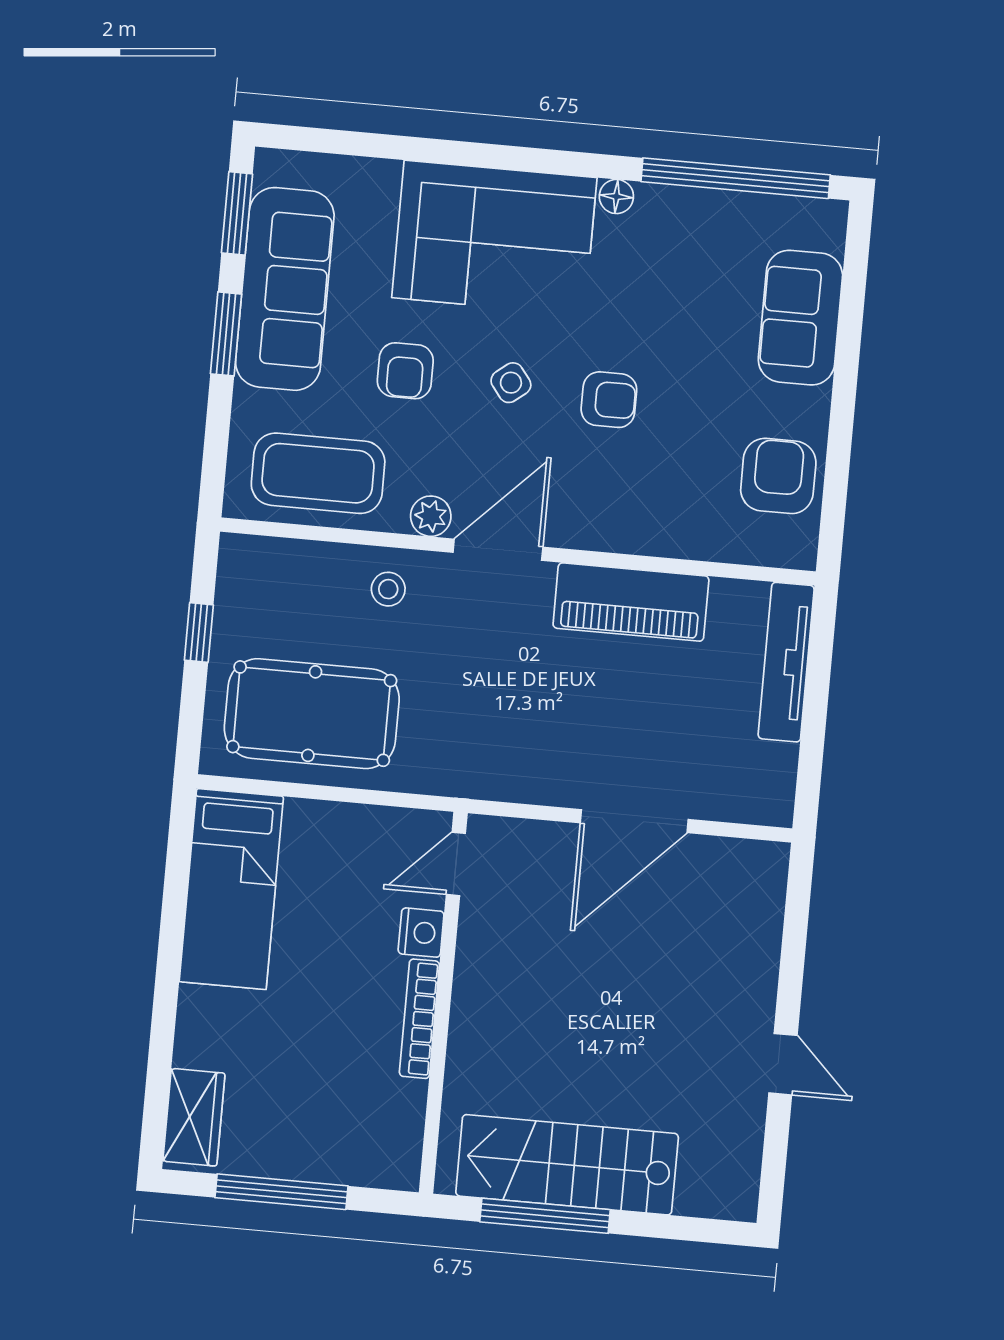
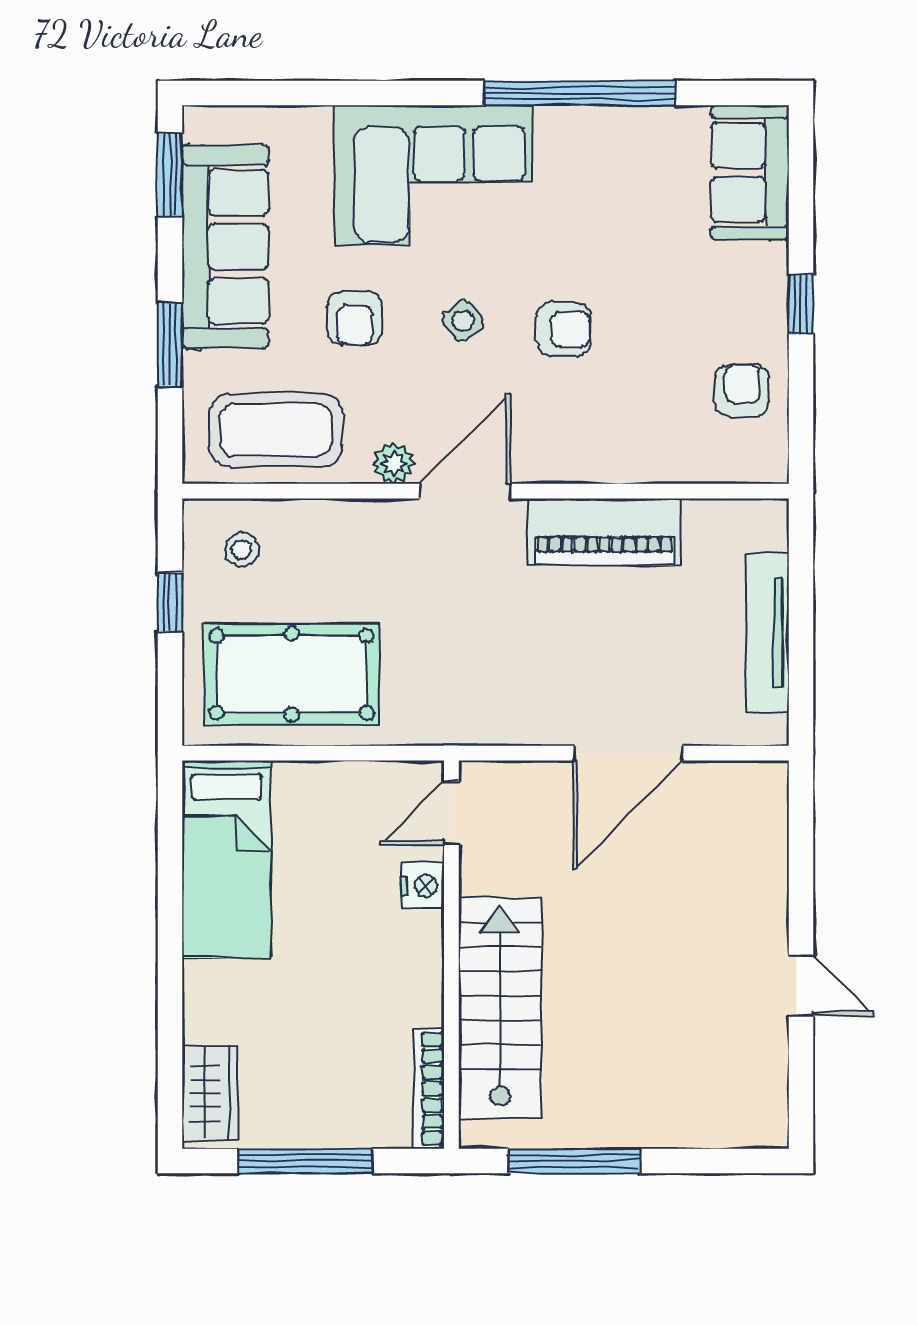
window: (736, 178) -> (580, 93), moved
floor lamp: (616, 196) -> (552, 123), removed
sofa: (800, 318) -> (750, 172), moved
window: (226, 334) -> (170, 344), moved
window: (844, 397) -> (801, 304), added
armchair: (778, 476) -> (742, 391), width x0.72, depth x0.72
stool: (388, 589) -> (242, 550), moved
tv unit: (786, 662) -> (767, 632), moved
bookcase: (419, 1019) -> (429, 1089), moved
stairs: (567, 1165) -> (500, 1008), moved, turned 90

